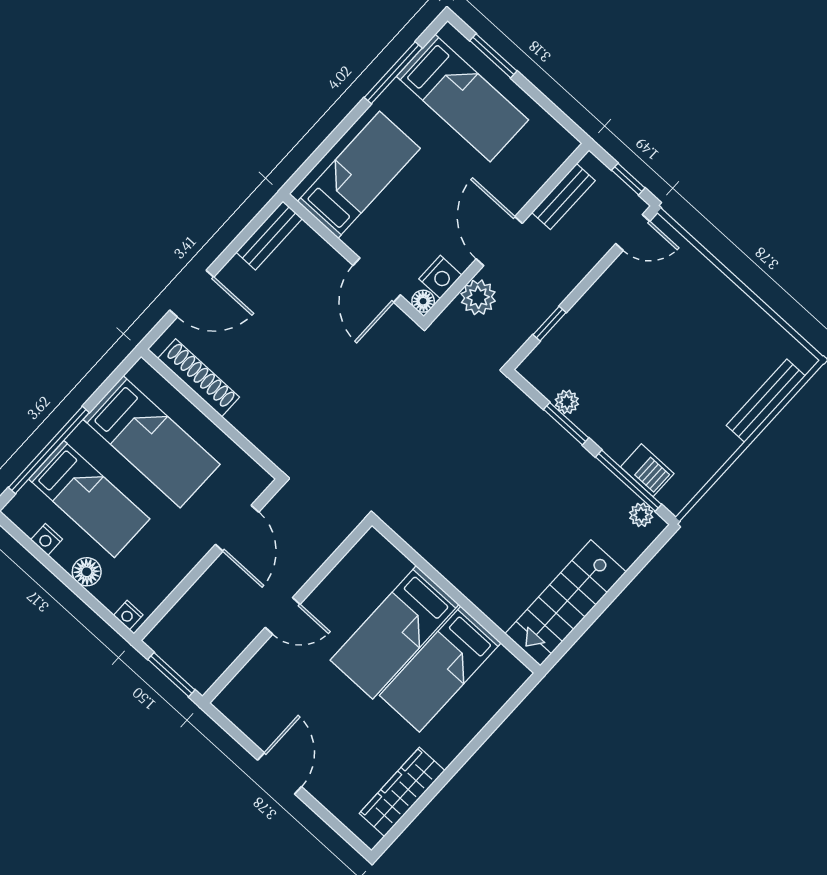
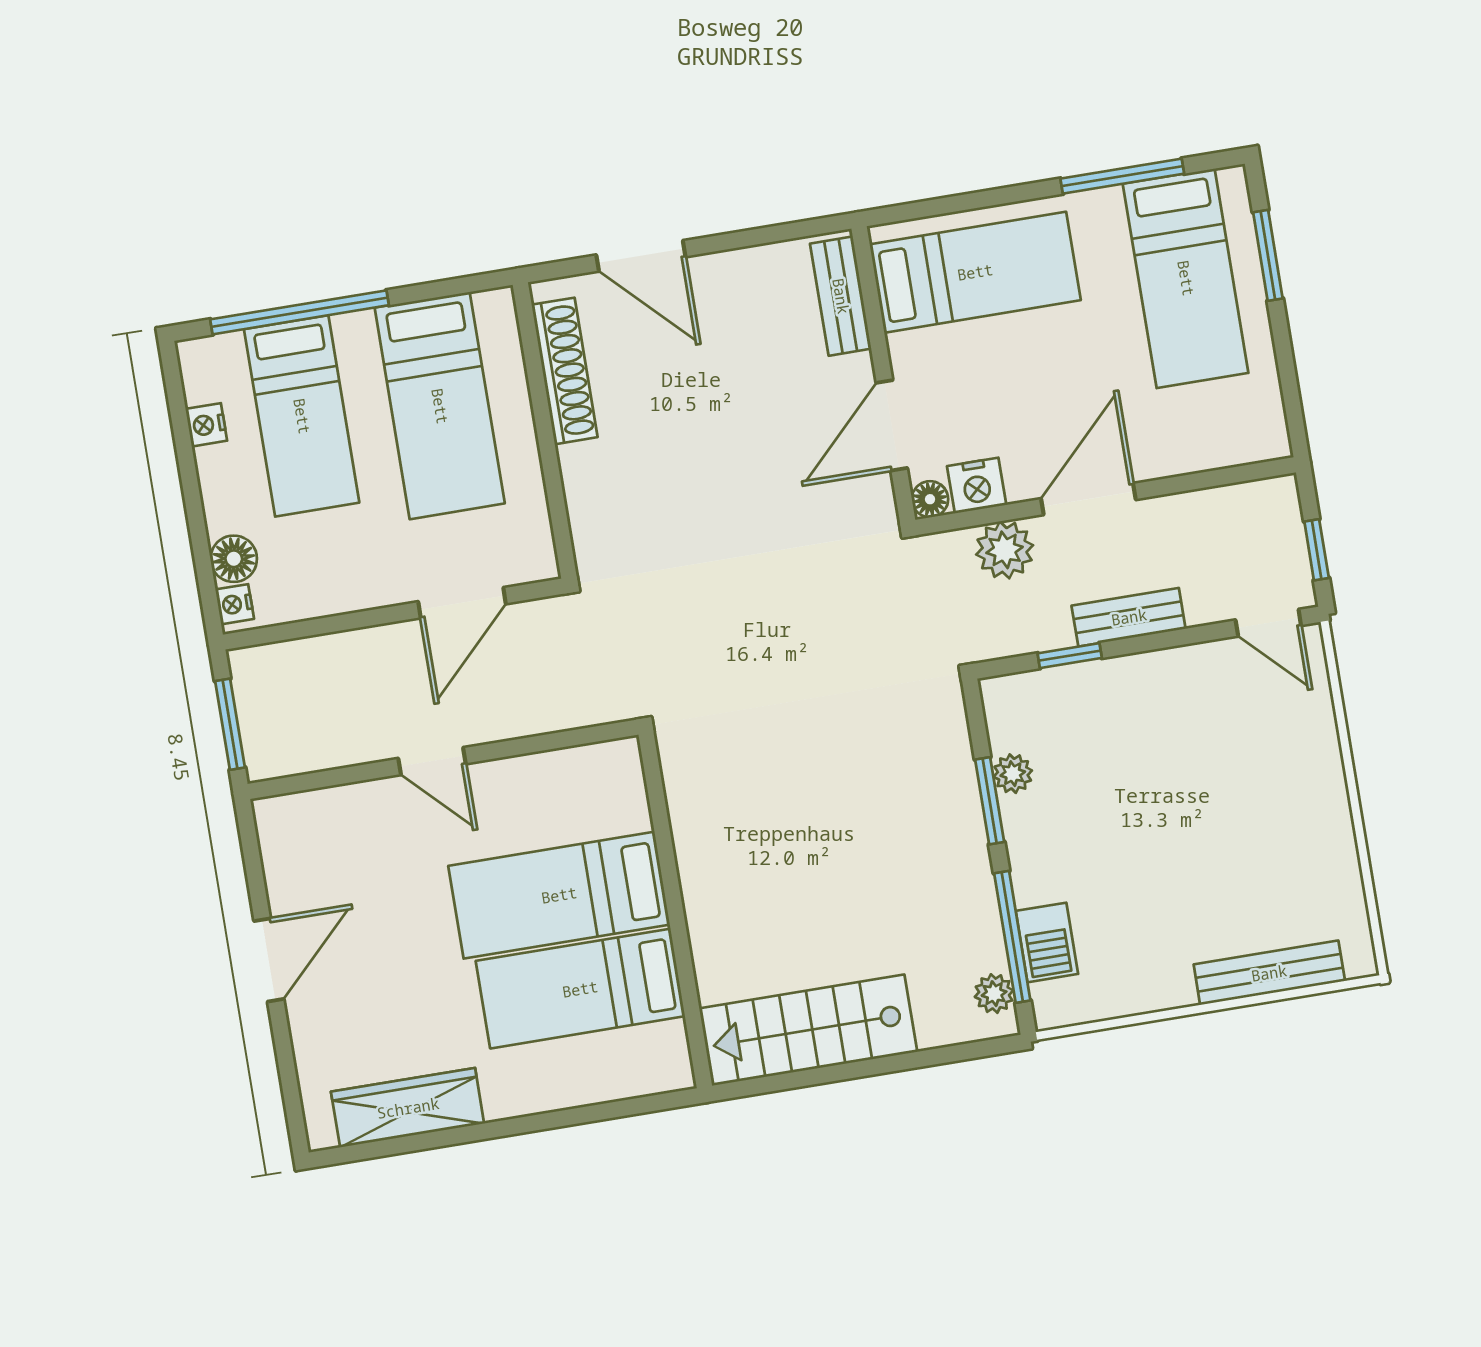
bench: (563, 197) -> (1129, 617), moved
bench: (269, 235) -> (841, 296), moved, turned 90
floor lamp: (87, 572) -> (234, 559), moved

